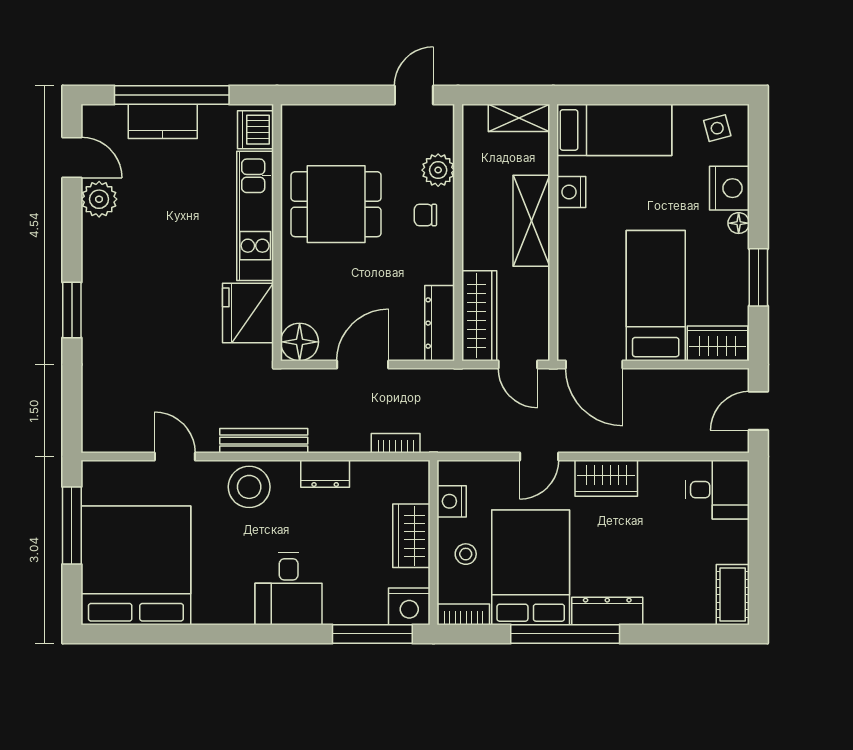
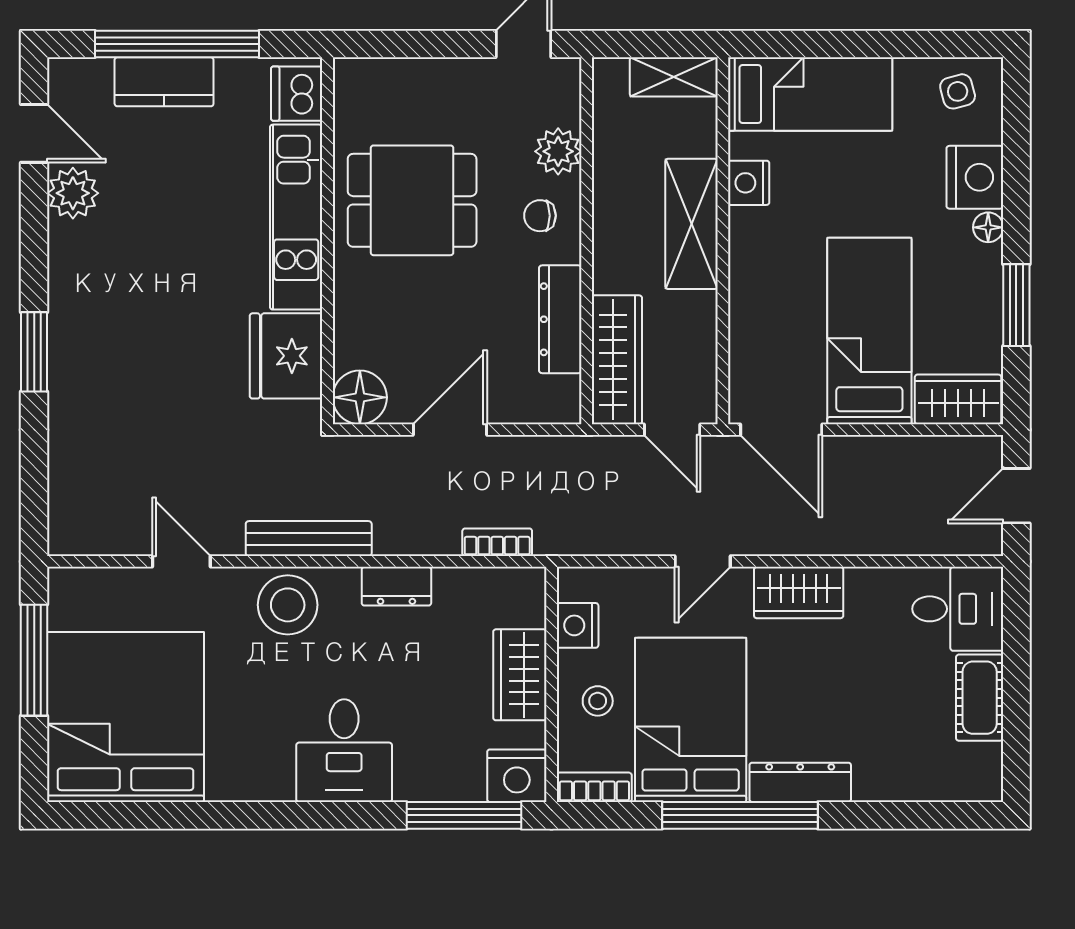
dresser: (440, 323) -> (560, 319), moved
cot: (733, 595) -> (980, 698), moved

